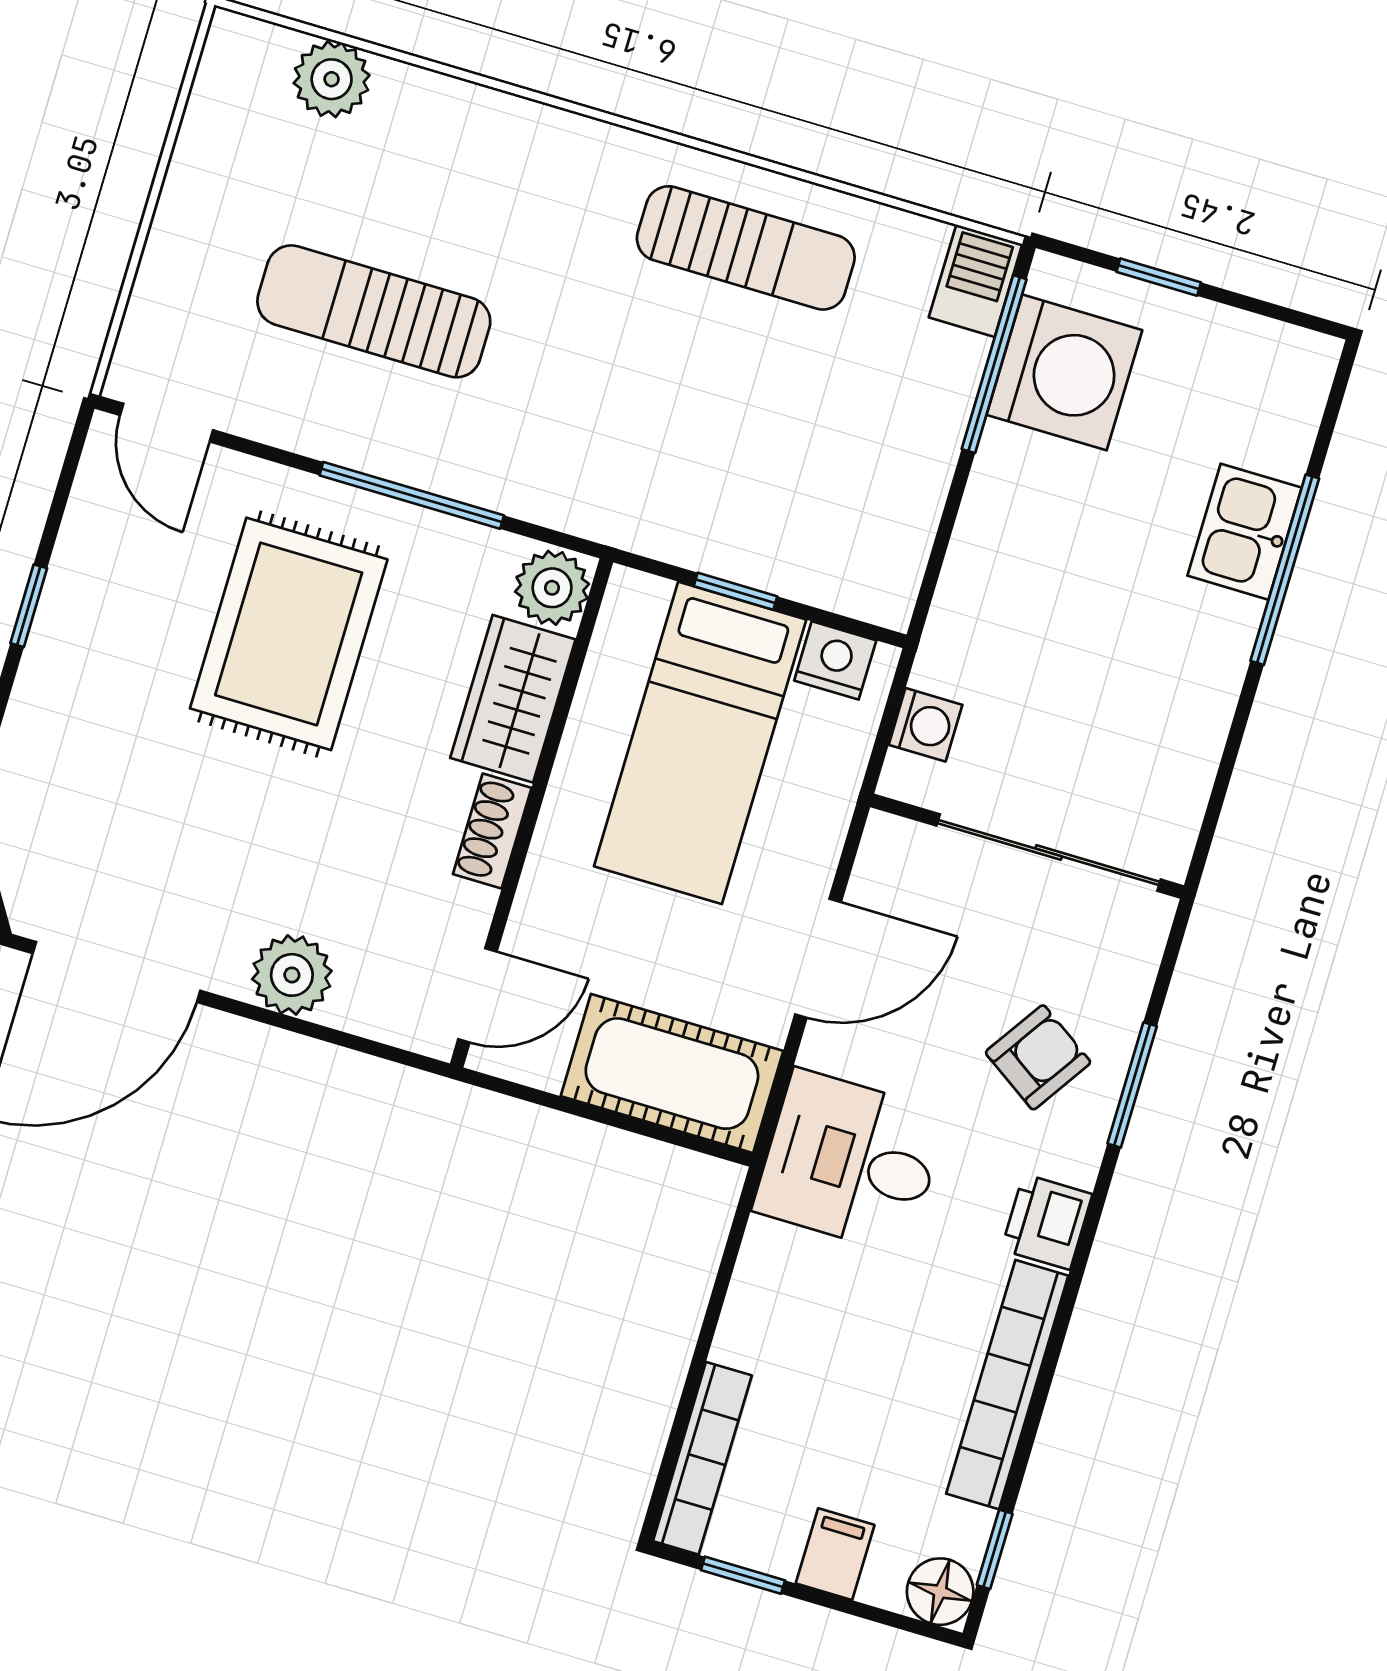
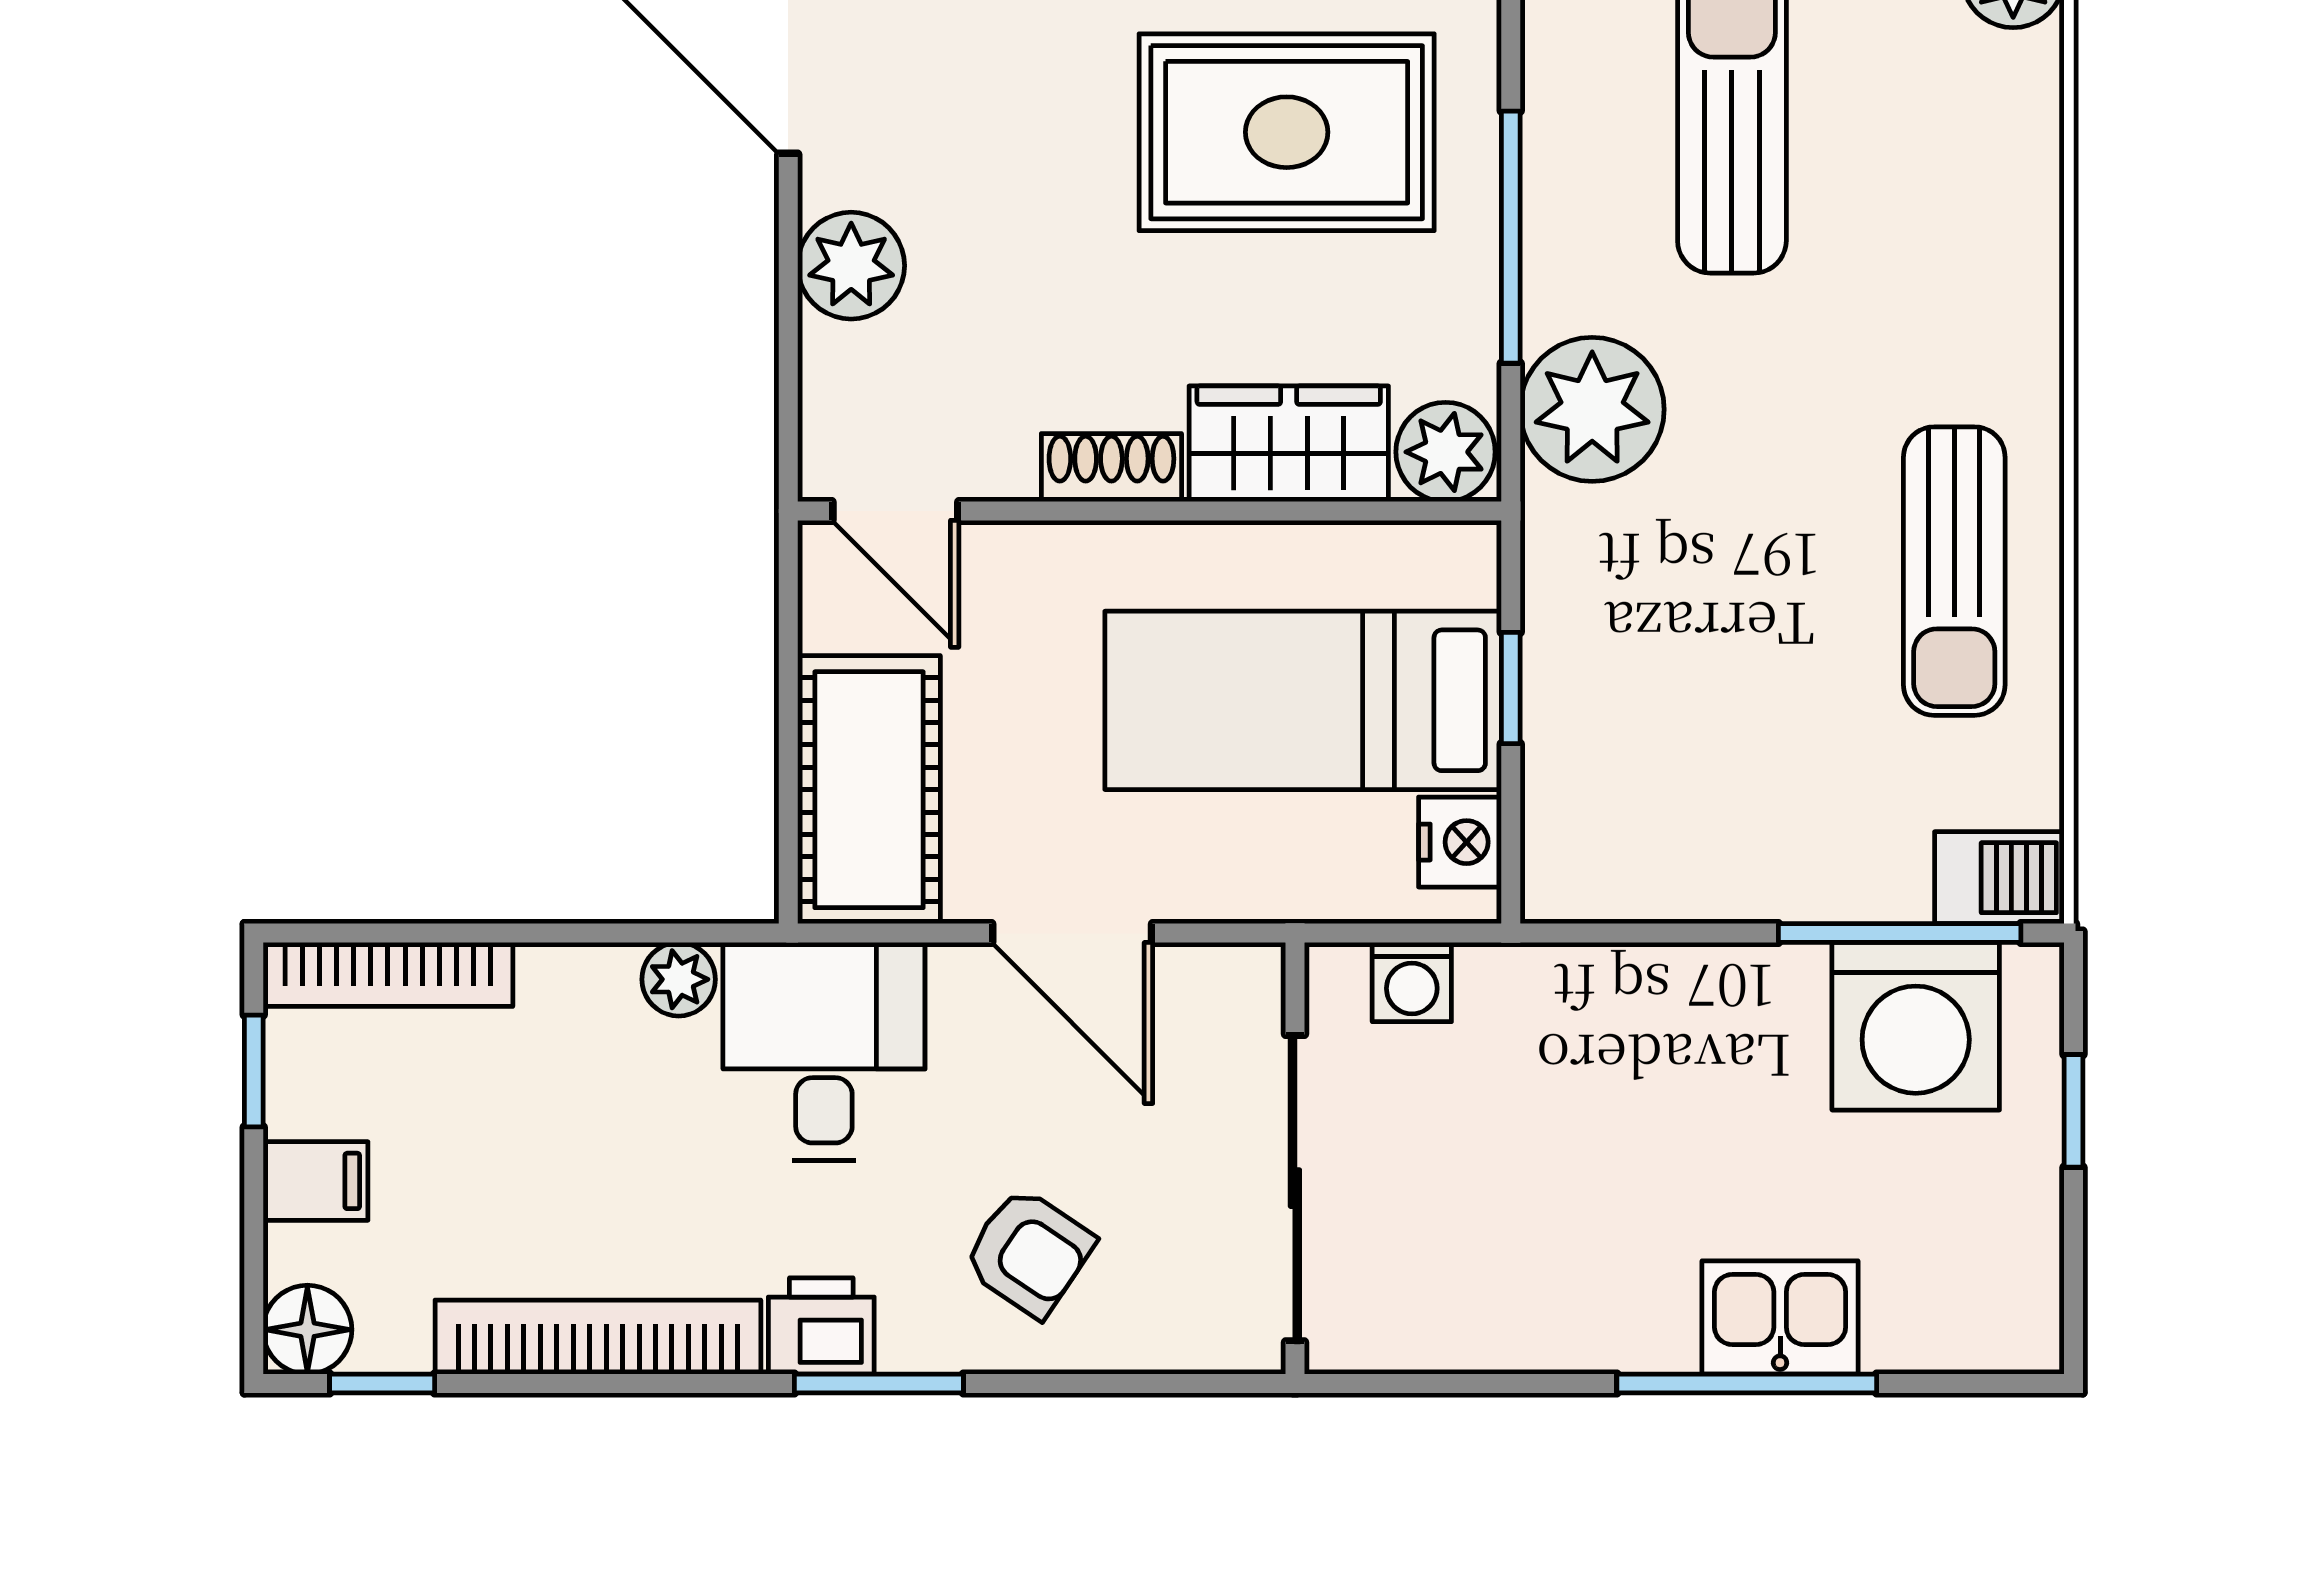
plant: (553, 474) -> (1592, 409), added
window: (1132, 1085) -> (879, 1383), moved
plant: (768, 1251) -> (679, 979), added

